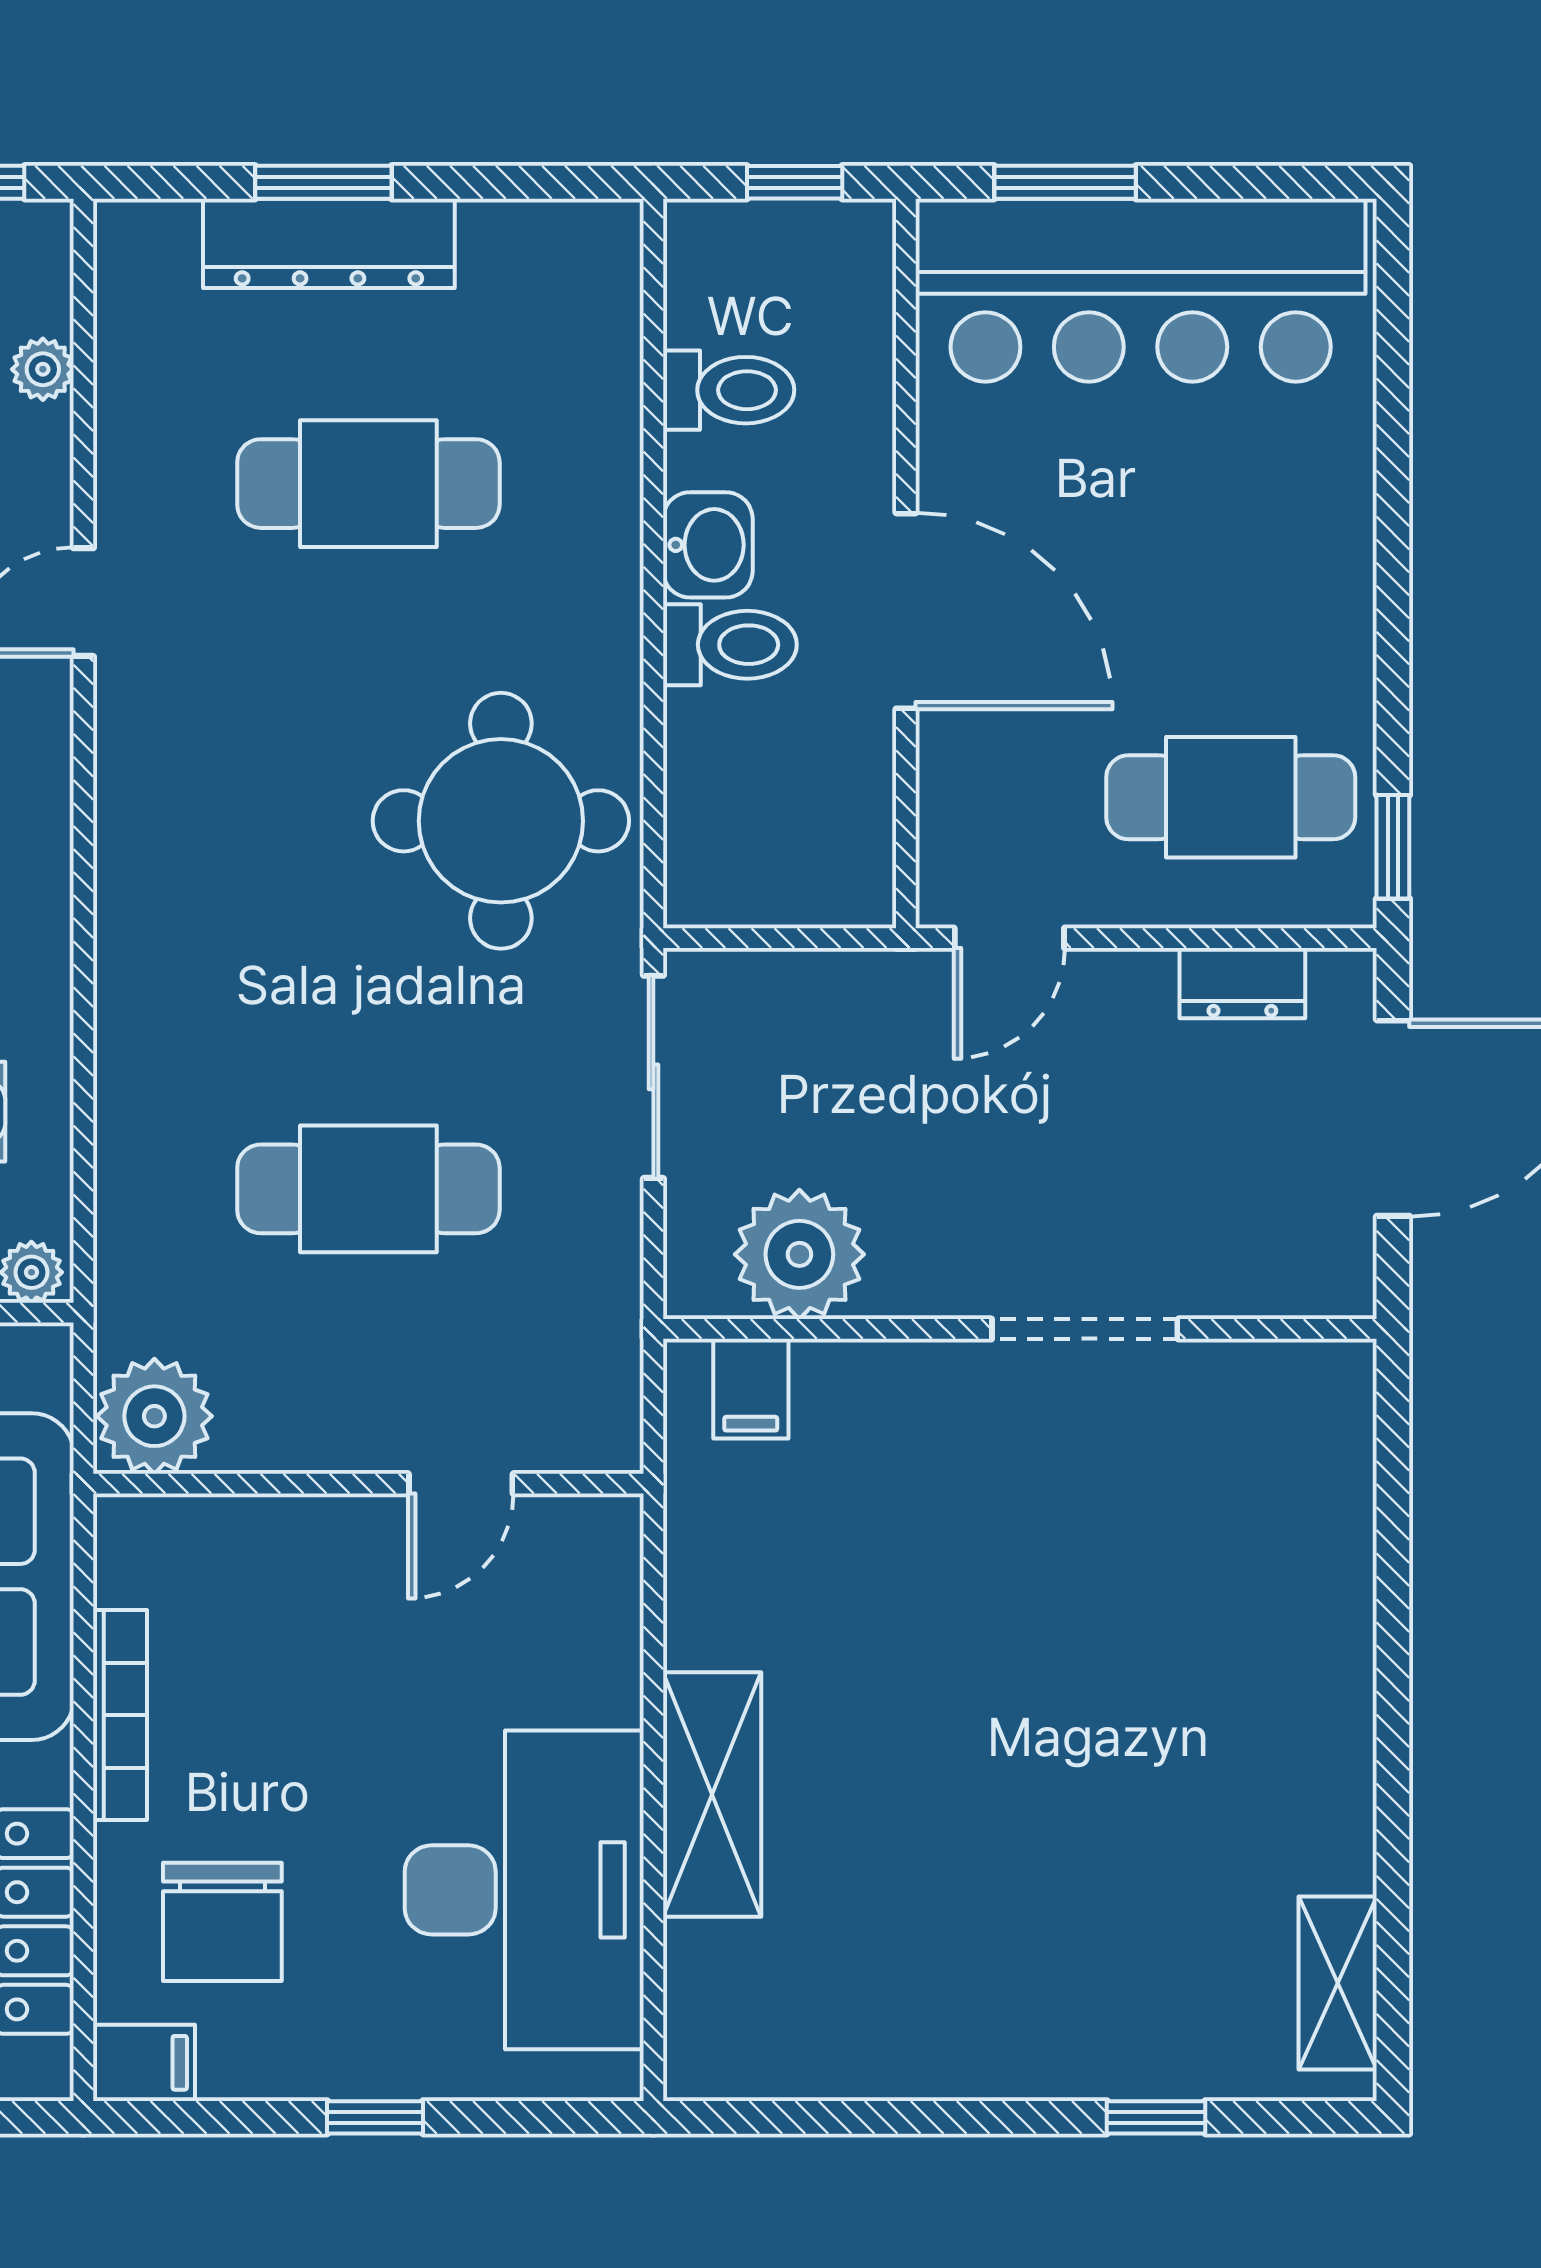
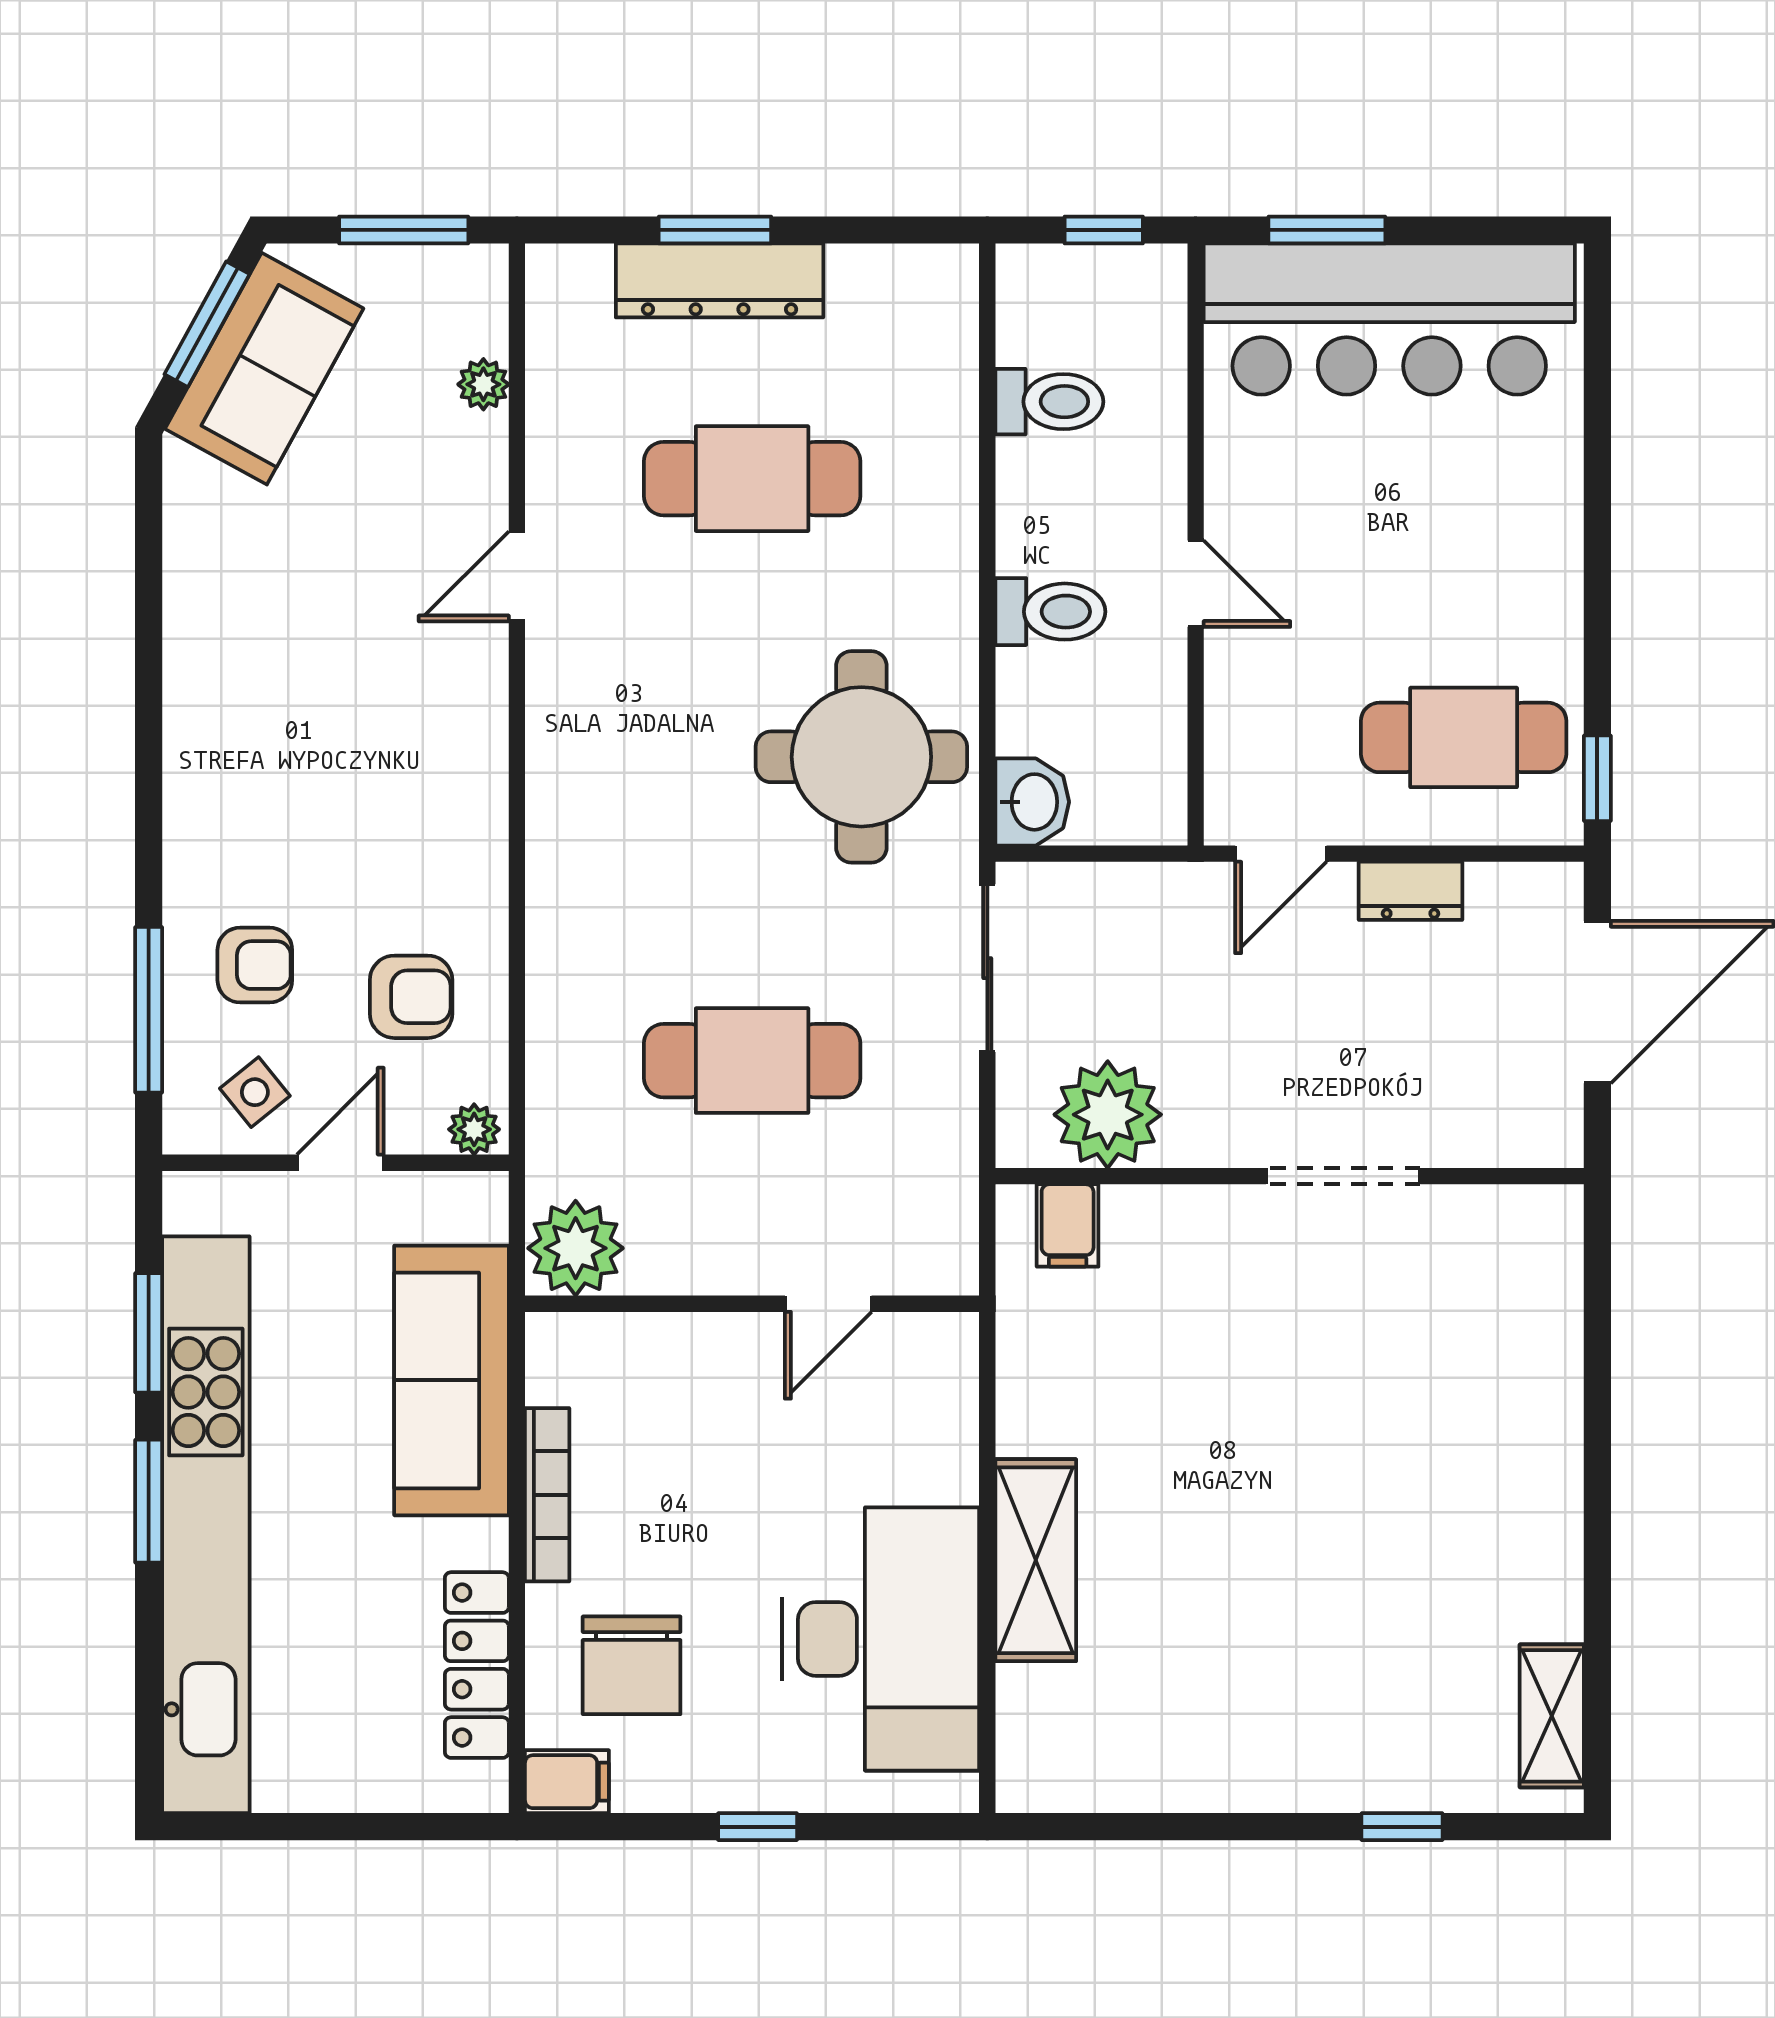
washbasin: (708, 545) -> (1032, 802), moved
door: (906, 611) -> (1196, 584), width x0.53
dresser: (1242, 983) -> (1410, 891), moved

